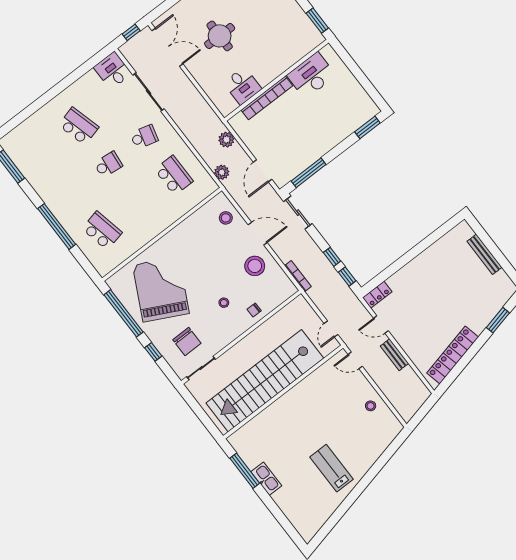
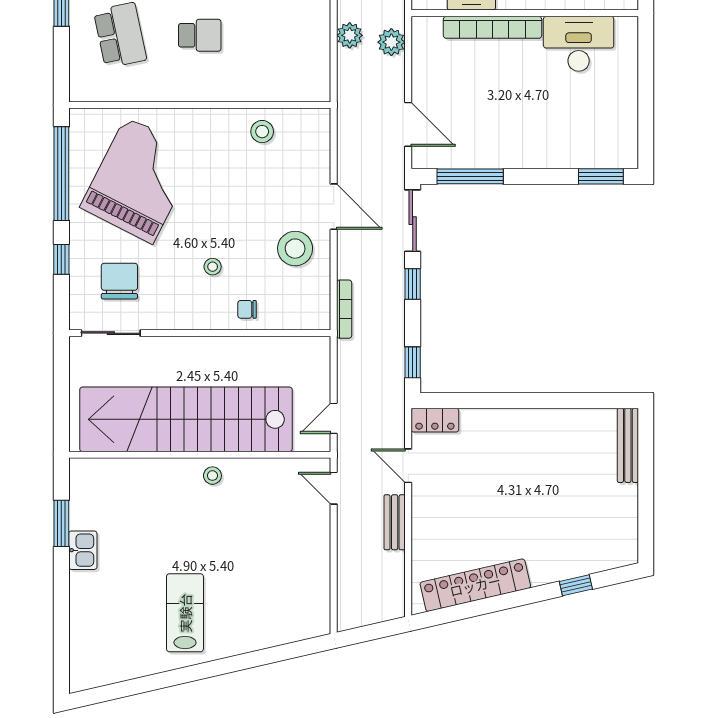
door: (263, 171) -> (408, 124), swing flipped
plant: (222, 172) -> (350, 35), moved
school desk: (174, 175) -> (200, 35), moved, width x0.54
stool: (226, 218) -> (262, 132), moved
bench: (485, 254) -> (628, 445), moved
window: (332, 257) -> (413, 284), moved
window: (498, 320) -> (576, 585), width x0.67
chair: (187, 342) -> (119, 281), turned 180
stool: (371, 406) -> (212, 476), moved
window: (245, 471) -> (61, 523), width x0.69
kitchen sink: (266, 479) -> (83, 550), width x0.73

